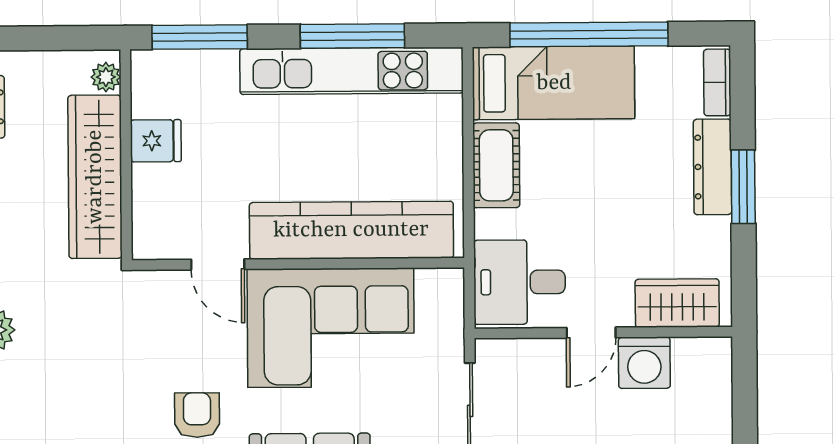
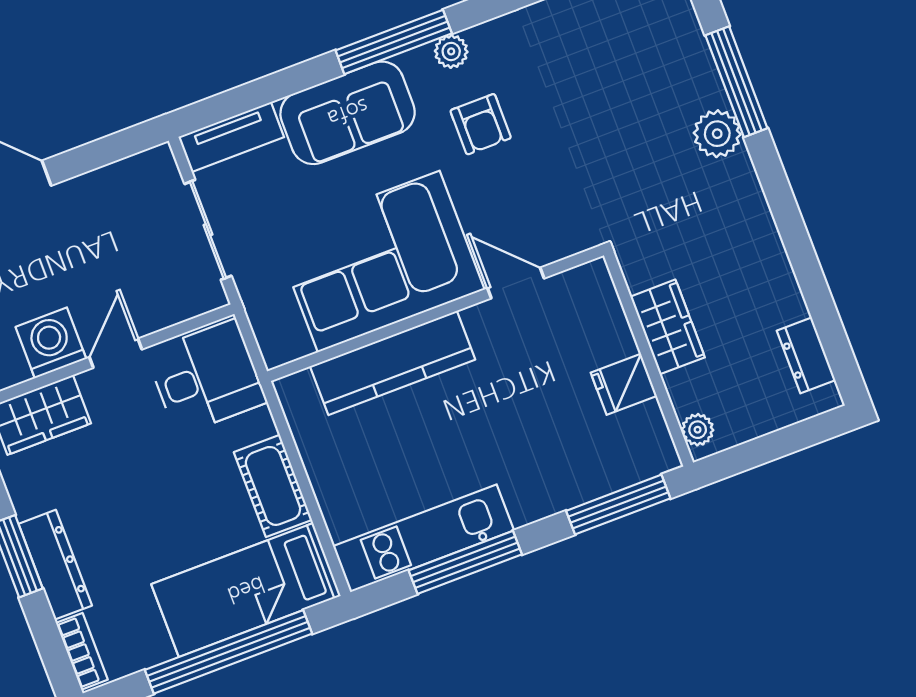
kitchen unit: (352, 71) -> (424, 538), width x0.73
wardrobe: (95, 177) -> (668, 327), width x0.48, depth x0.85
kitchen counter: (351, 230) -> (393, 363), width x0.72, depth x0.86

